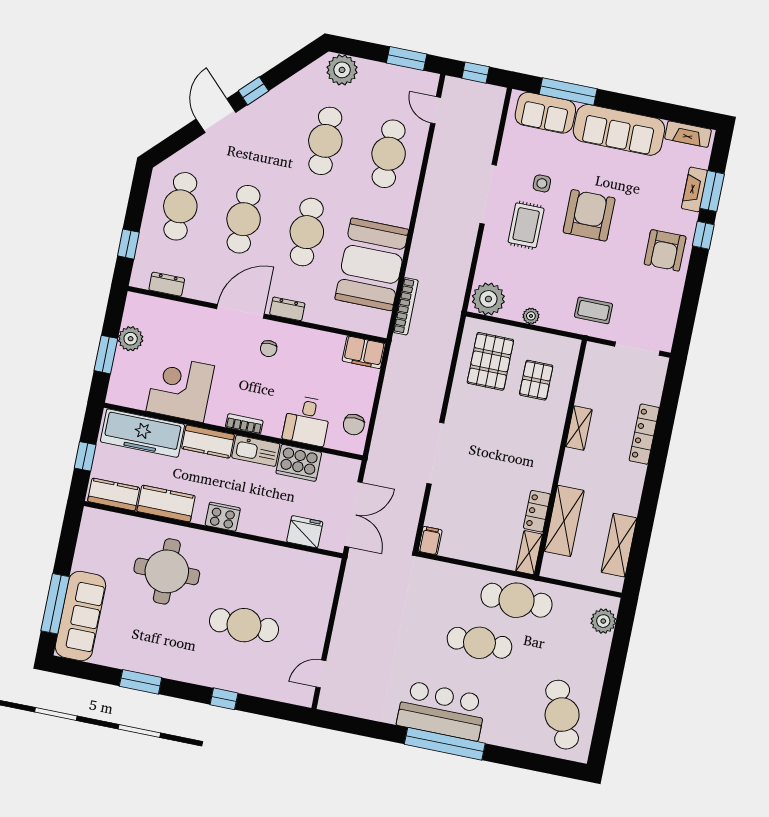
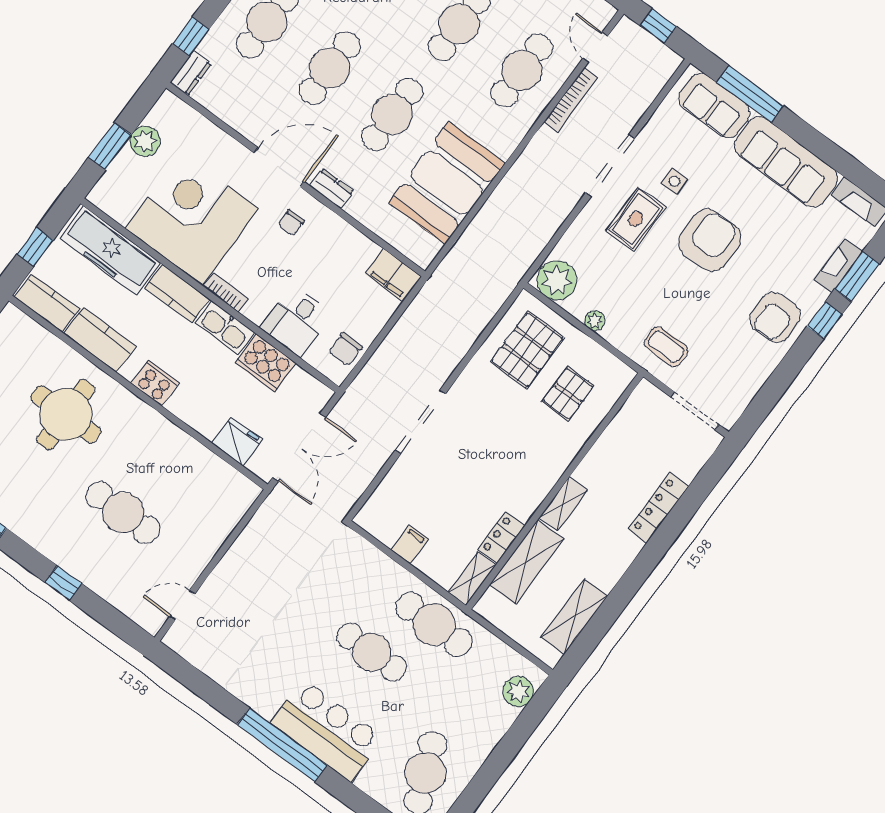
dresser: (167, 284) -> (191, 73), moved, turned 90
bookcase: (406, 306) -> (571, 100), moved
corner desk: (180, 388) -> (192, 218), width x1.36, depth x1.36
shelving: (579, 428) -> (563, 504), moved
filing cabinet: (430, 541) -> (410, 545), moved
bar counter: (442, 711) -> (327, 730), moved

